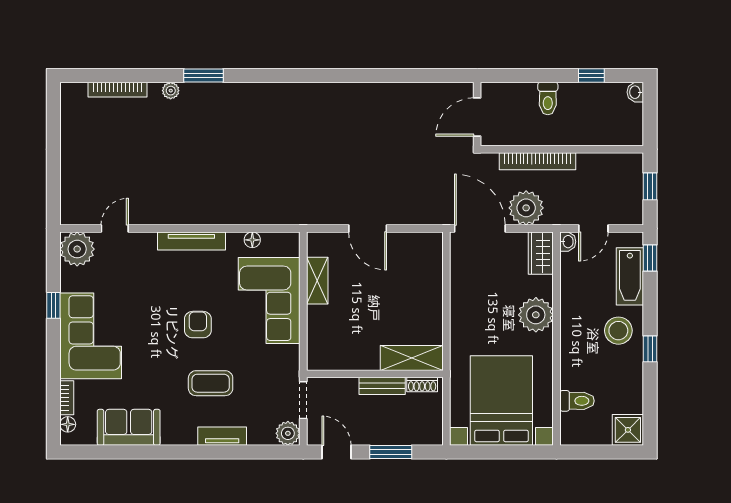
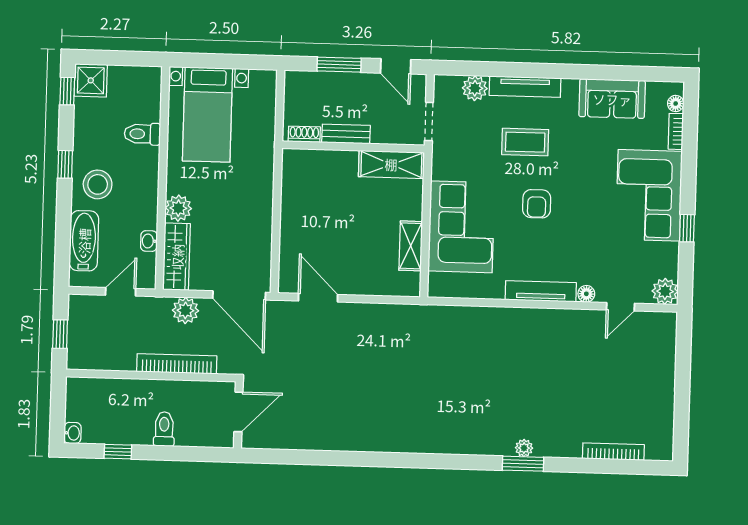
plant: (171, 91) -> (524, 448), moved
plant: (526, 208) -> (185, 310), width x0.73, depth x0.73
door: (368, 229) -> (318, 298), moved
floor lamp: (252, 240) -> (586, 294), moved
washbasin: (568, 242) -> (149, 241), moved
plant: (77, 249) -> (665, 291), width x0.73, depth x0.73
wardrobe: (541, 253) -> (177, 257), width x1.50
window: (650, 258) -> (67, 91), moved
plant: (536, 315) -> (178, 208), width x0.73, depth x0.73
shelving: (412, 358) -> (391, 164), moved
bed with nightstands: (501, 400) -> (208, 115), width x0.73
toilet: (577, 401) -> (142, 134), moved
plant: (288, 433) -> (475, 88), moved
tv unit: (222, 436) -> (525, 87), width x1.41

